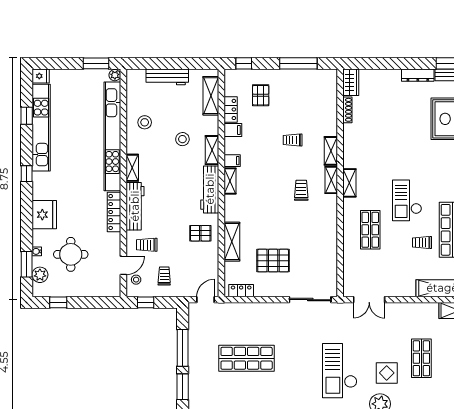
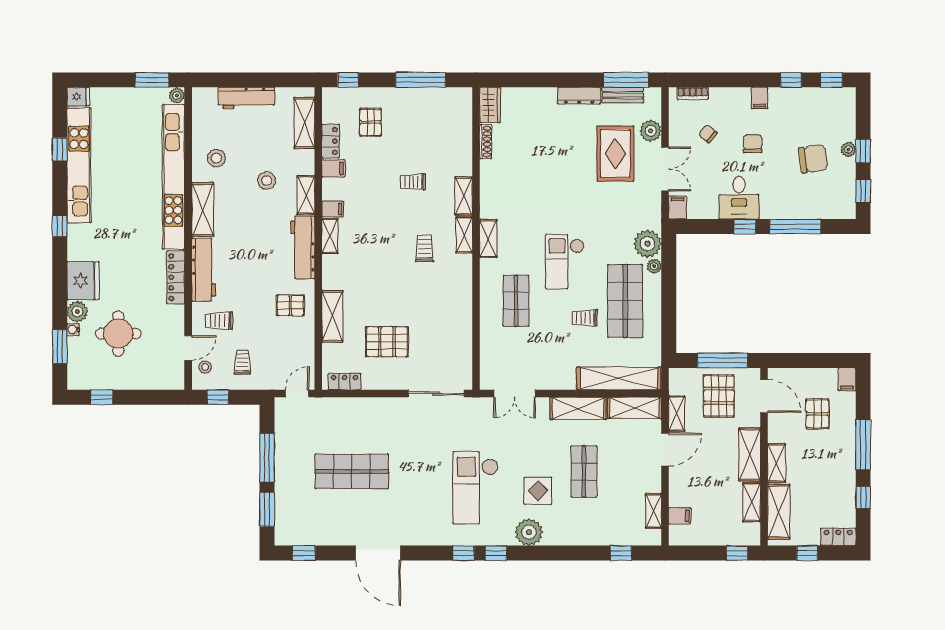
shelving: (132, 168) -> (203, 210), width x1.50, depth x1.33
plant: (40, 275) -> (77, 312), moved
shelving: (417, 311) -> (578, 408), added

